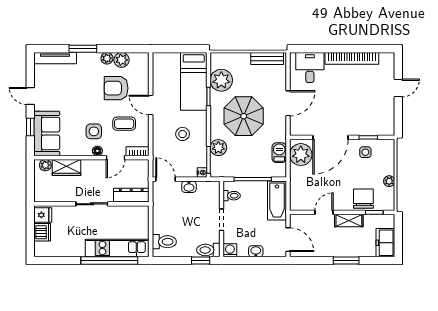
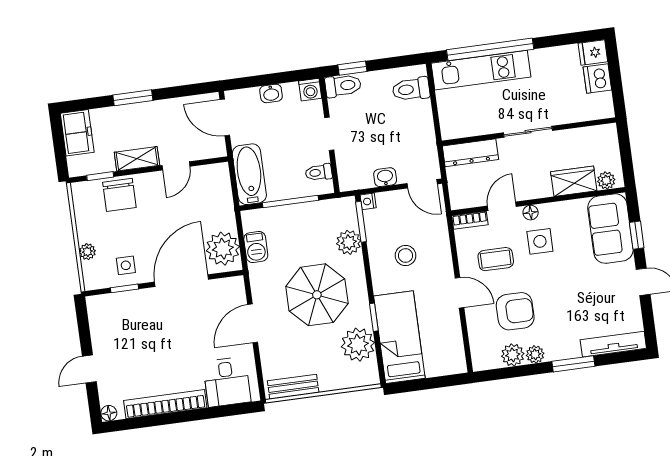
floor lamp: (389, 57) -> (109, 413), added
plant: (389, 181) -> (87, 252), moved
fridge: (43, 215) -> (593, 52), moved

